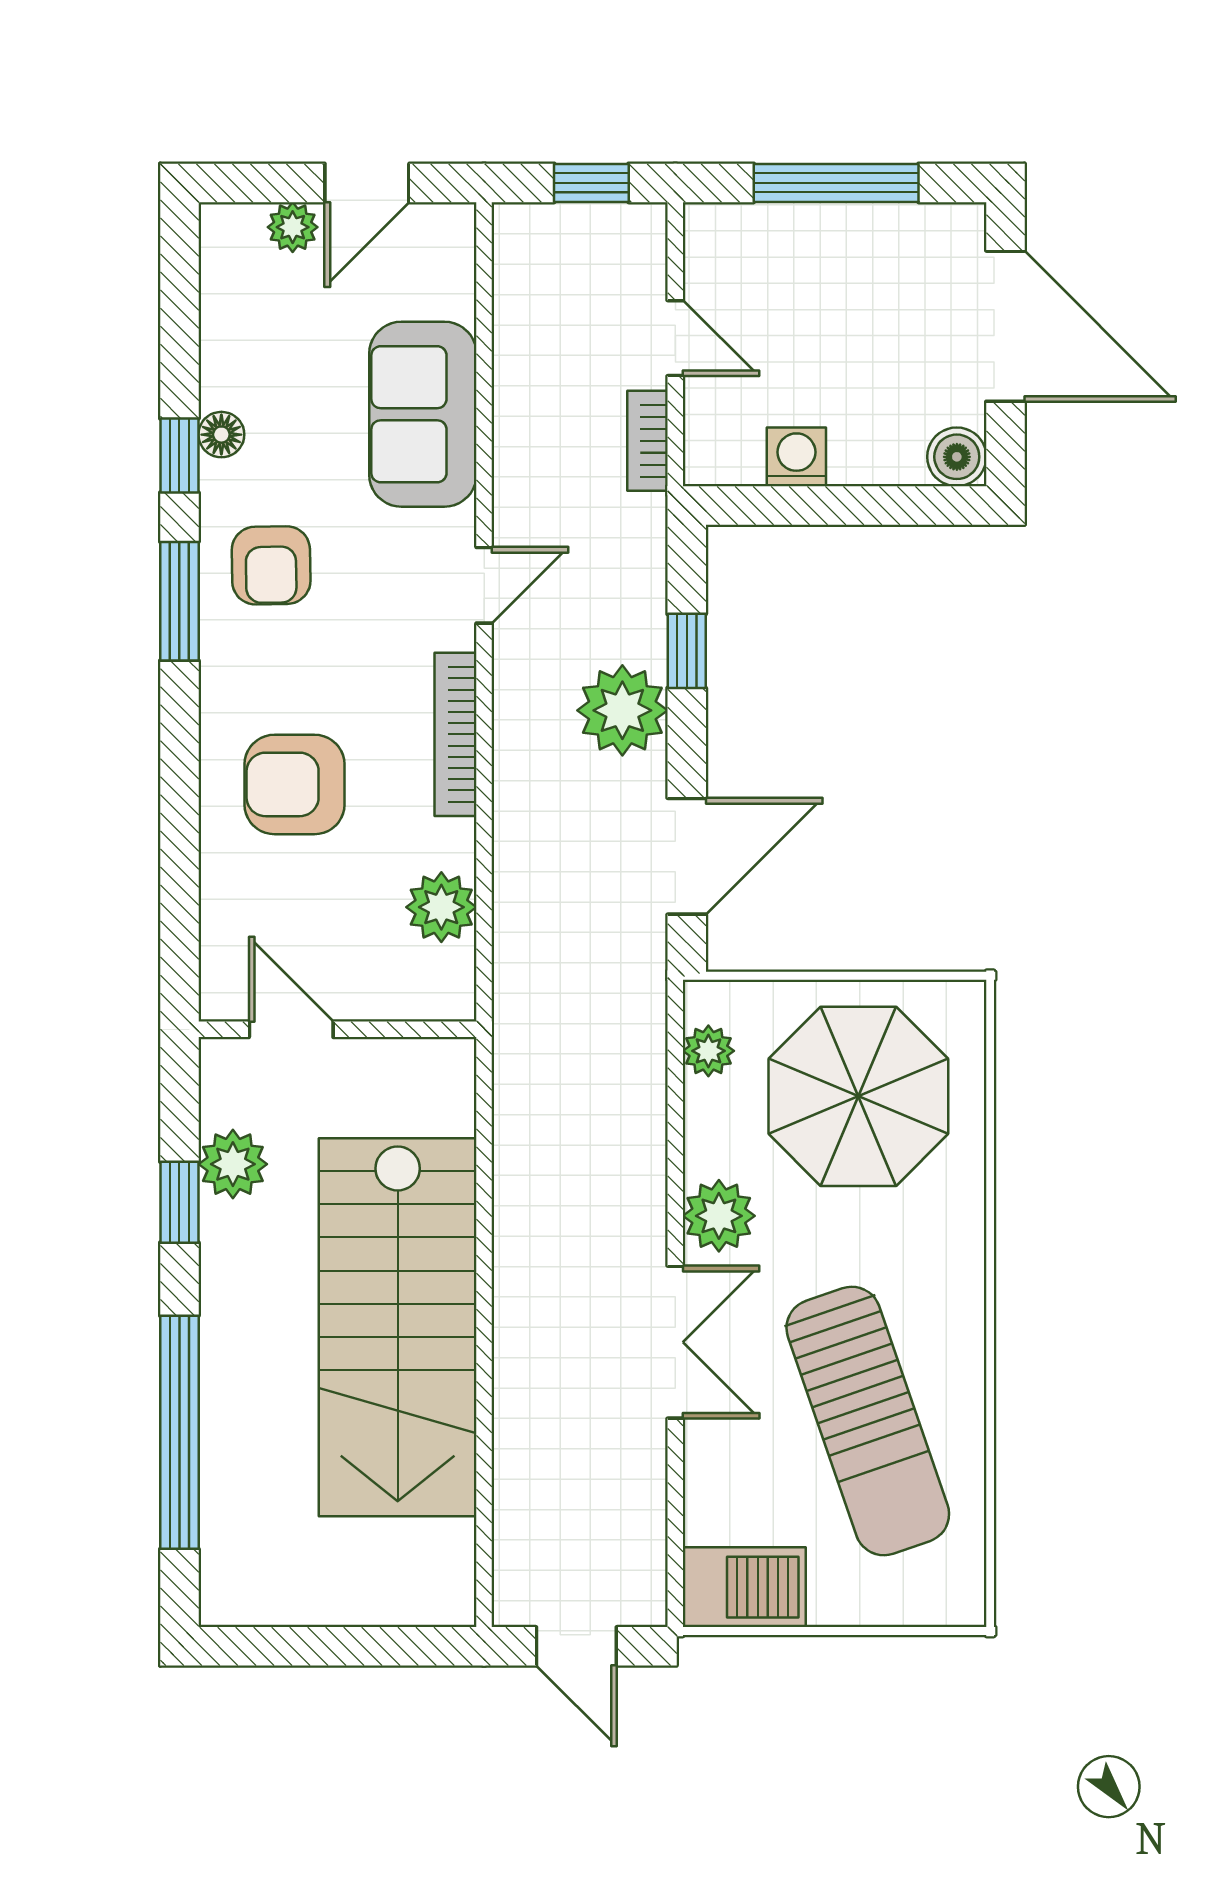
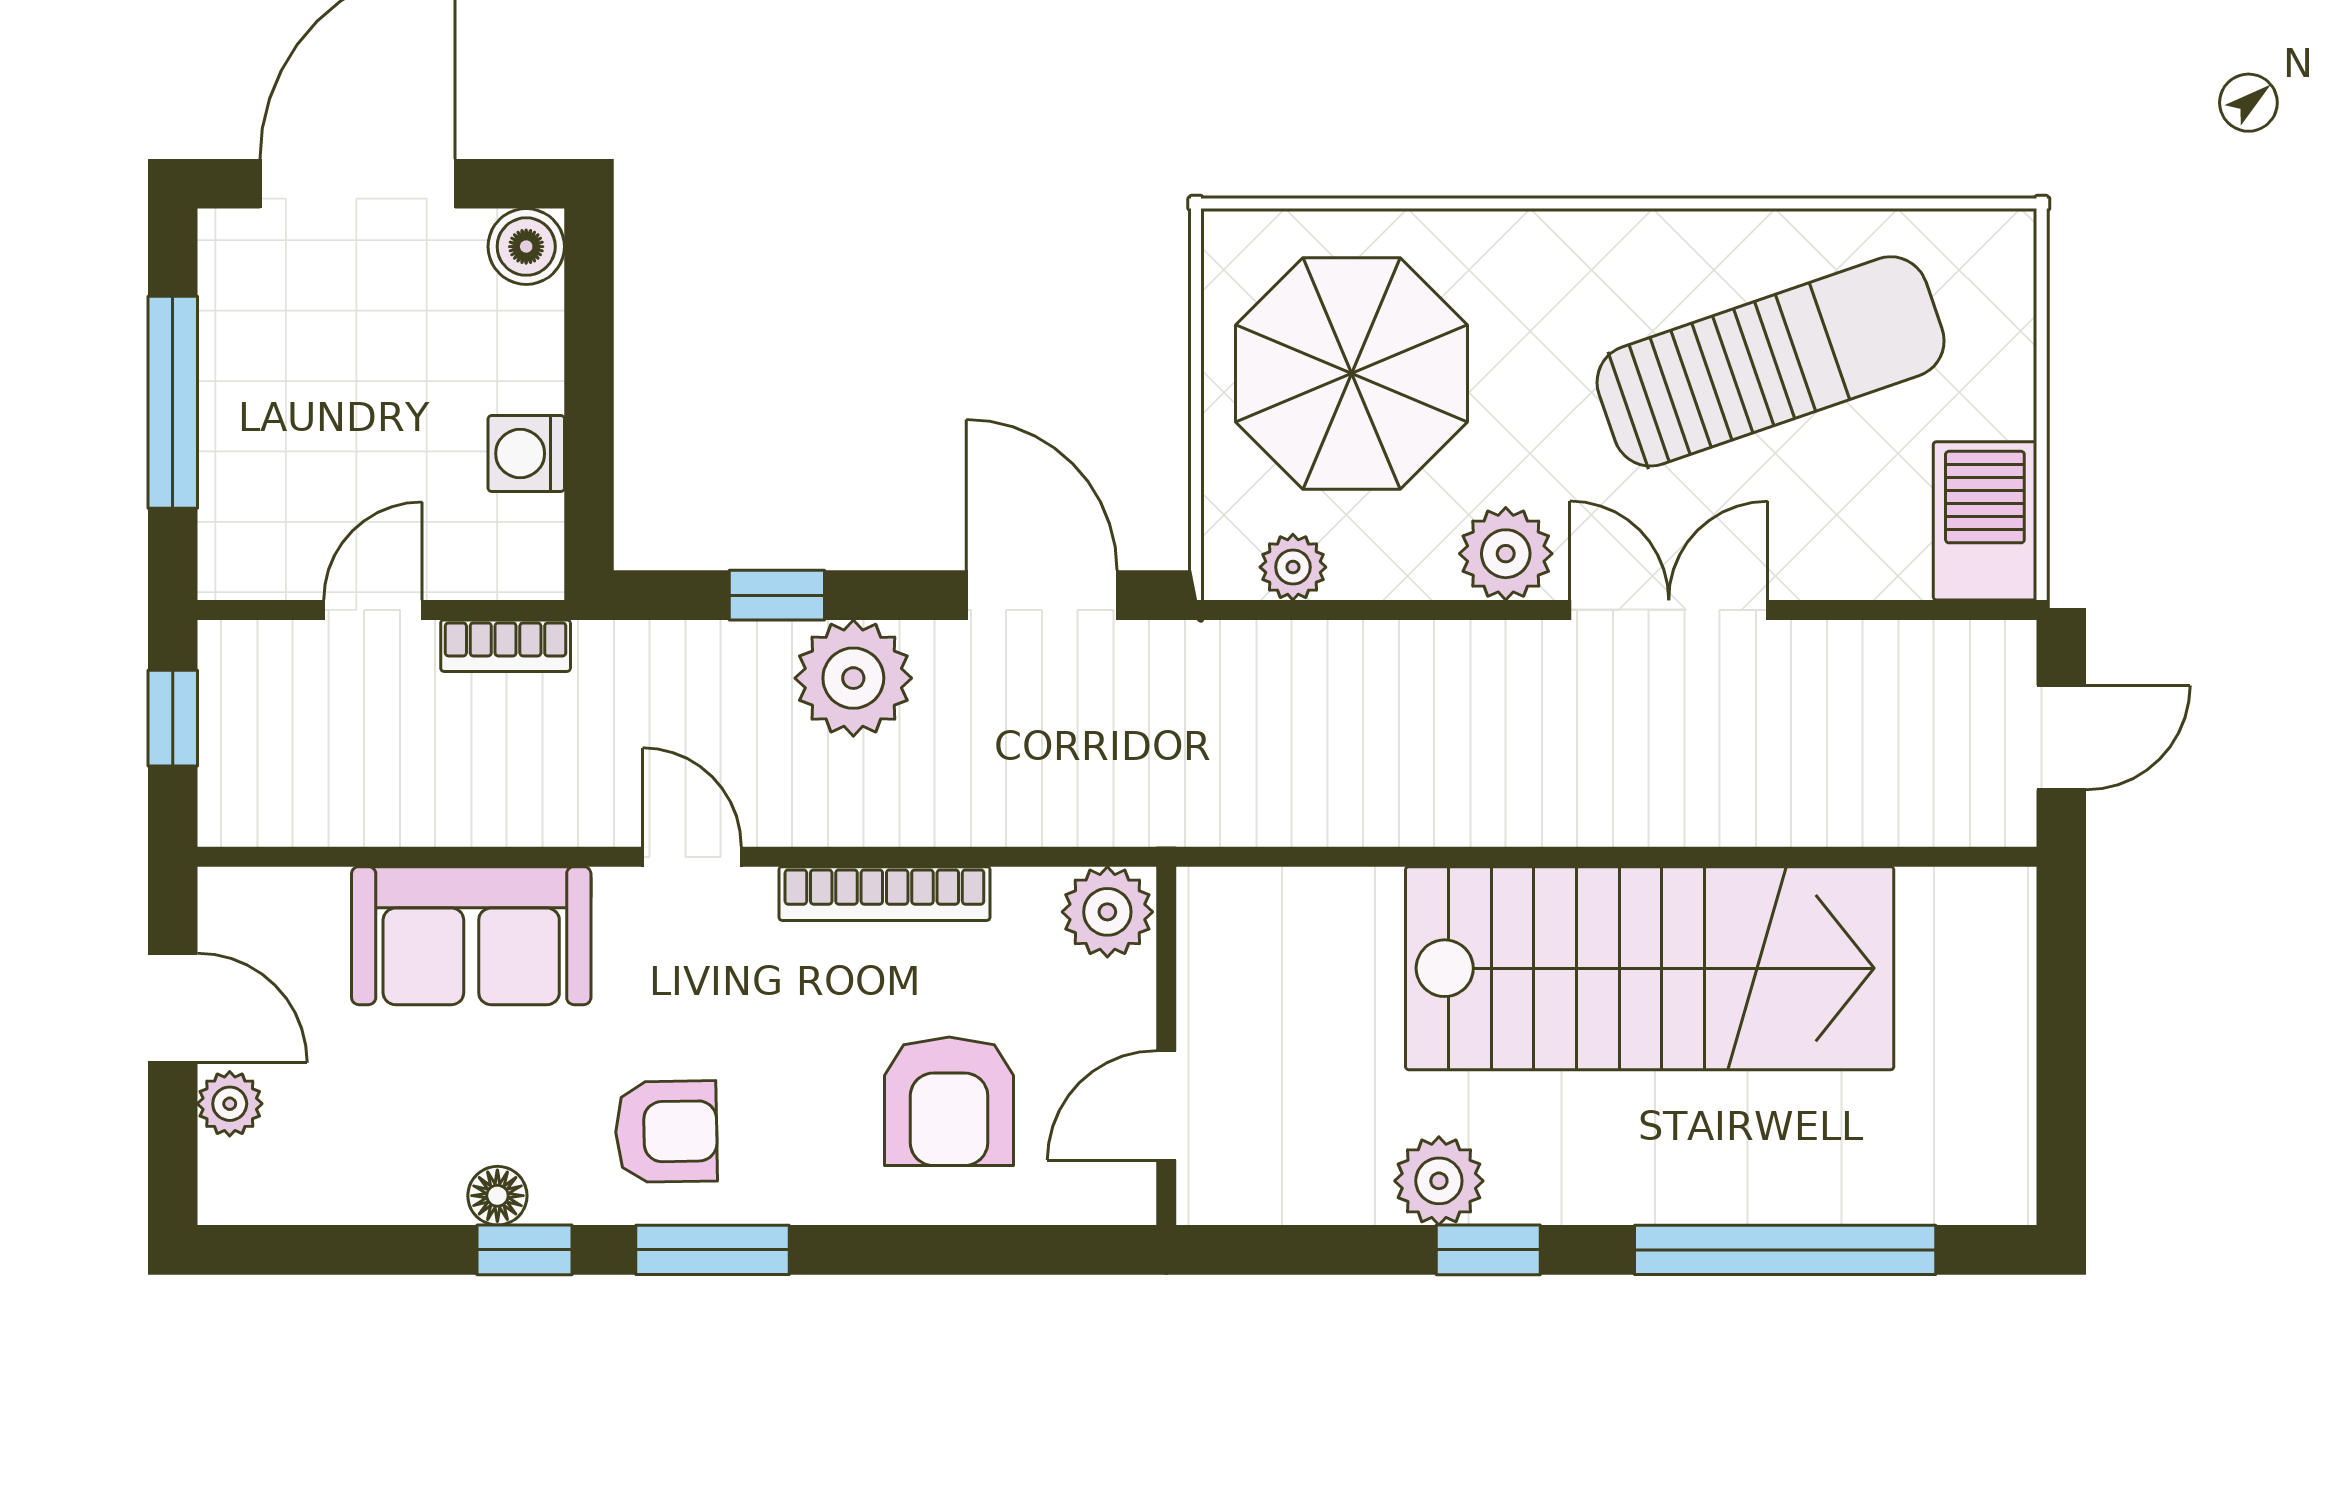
door: (291, 1029) -> (1166, 1106), moved
wall: (337, 1029) -> (1166, 1046), moved

